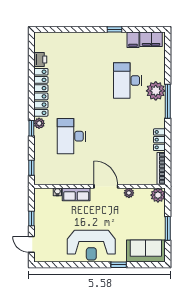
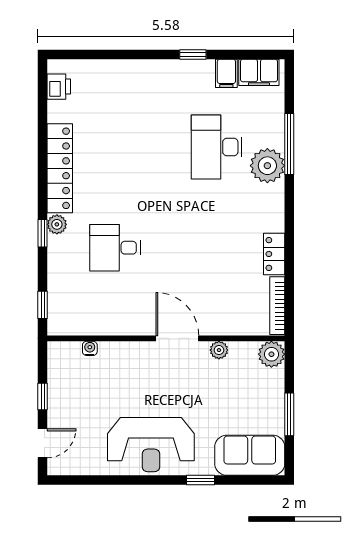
printer: (40, 60) -> (59, 87), moved
window: (168, 101) -> (289, 144), moved
desk: (71, 136) -> (115, 248), width x0.73
row of seats: (76, 194) -> (124, 353), removed
door: (31, 244) -> (43, 443), swing flipped

